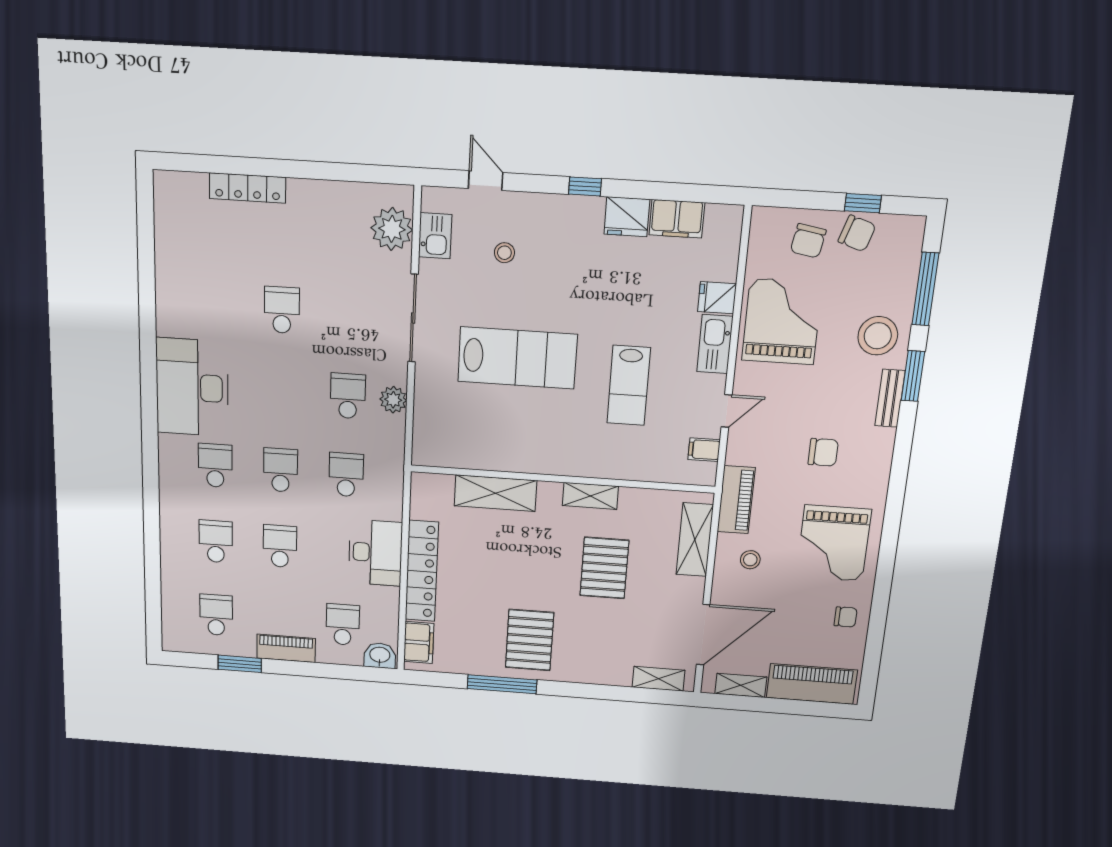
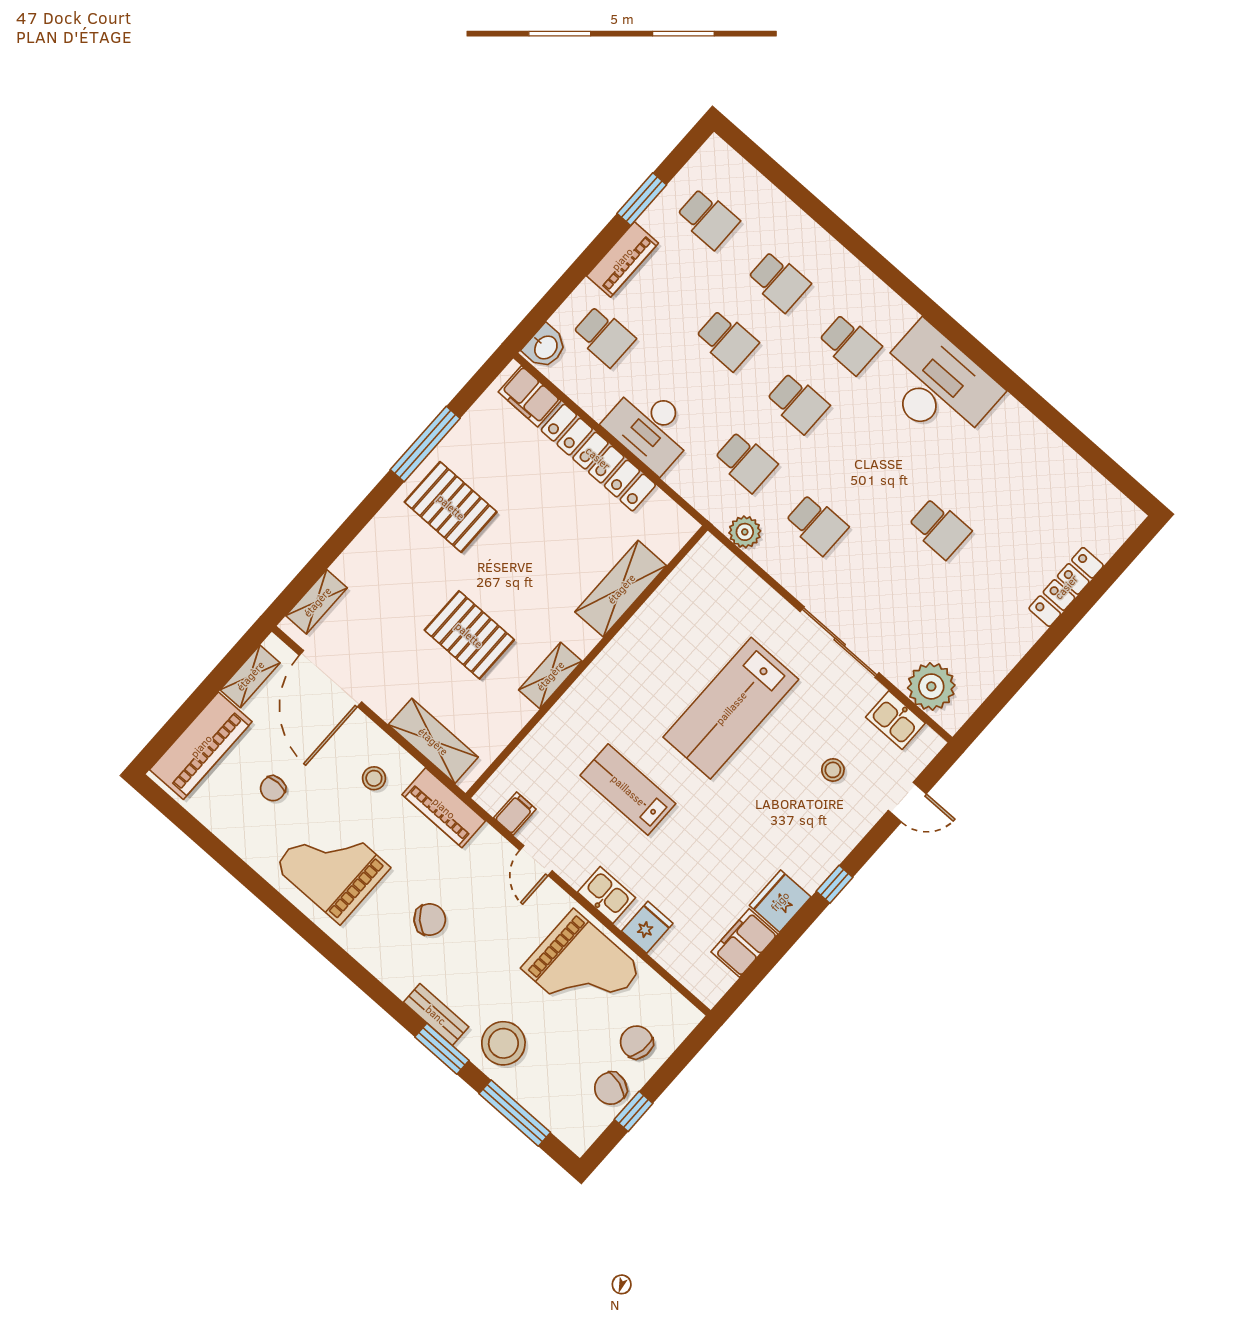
kitchen sink: (715, 344) -> (607, 895), width x0.73
plant: (393, 400) -> (745, 532), moved
chair: (823, 452) -> (430, 920), turned -136
chair: (846, 617) -> (273, 788), moved

